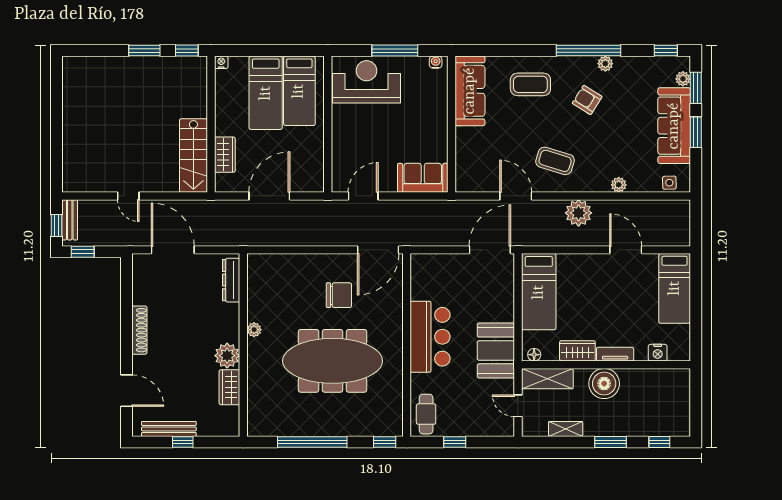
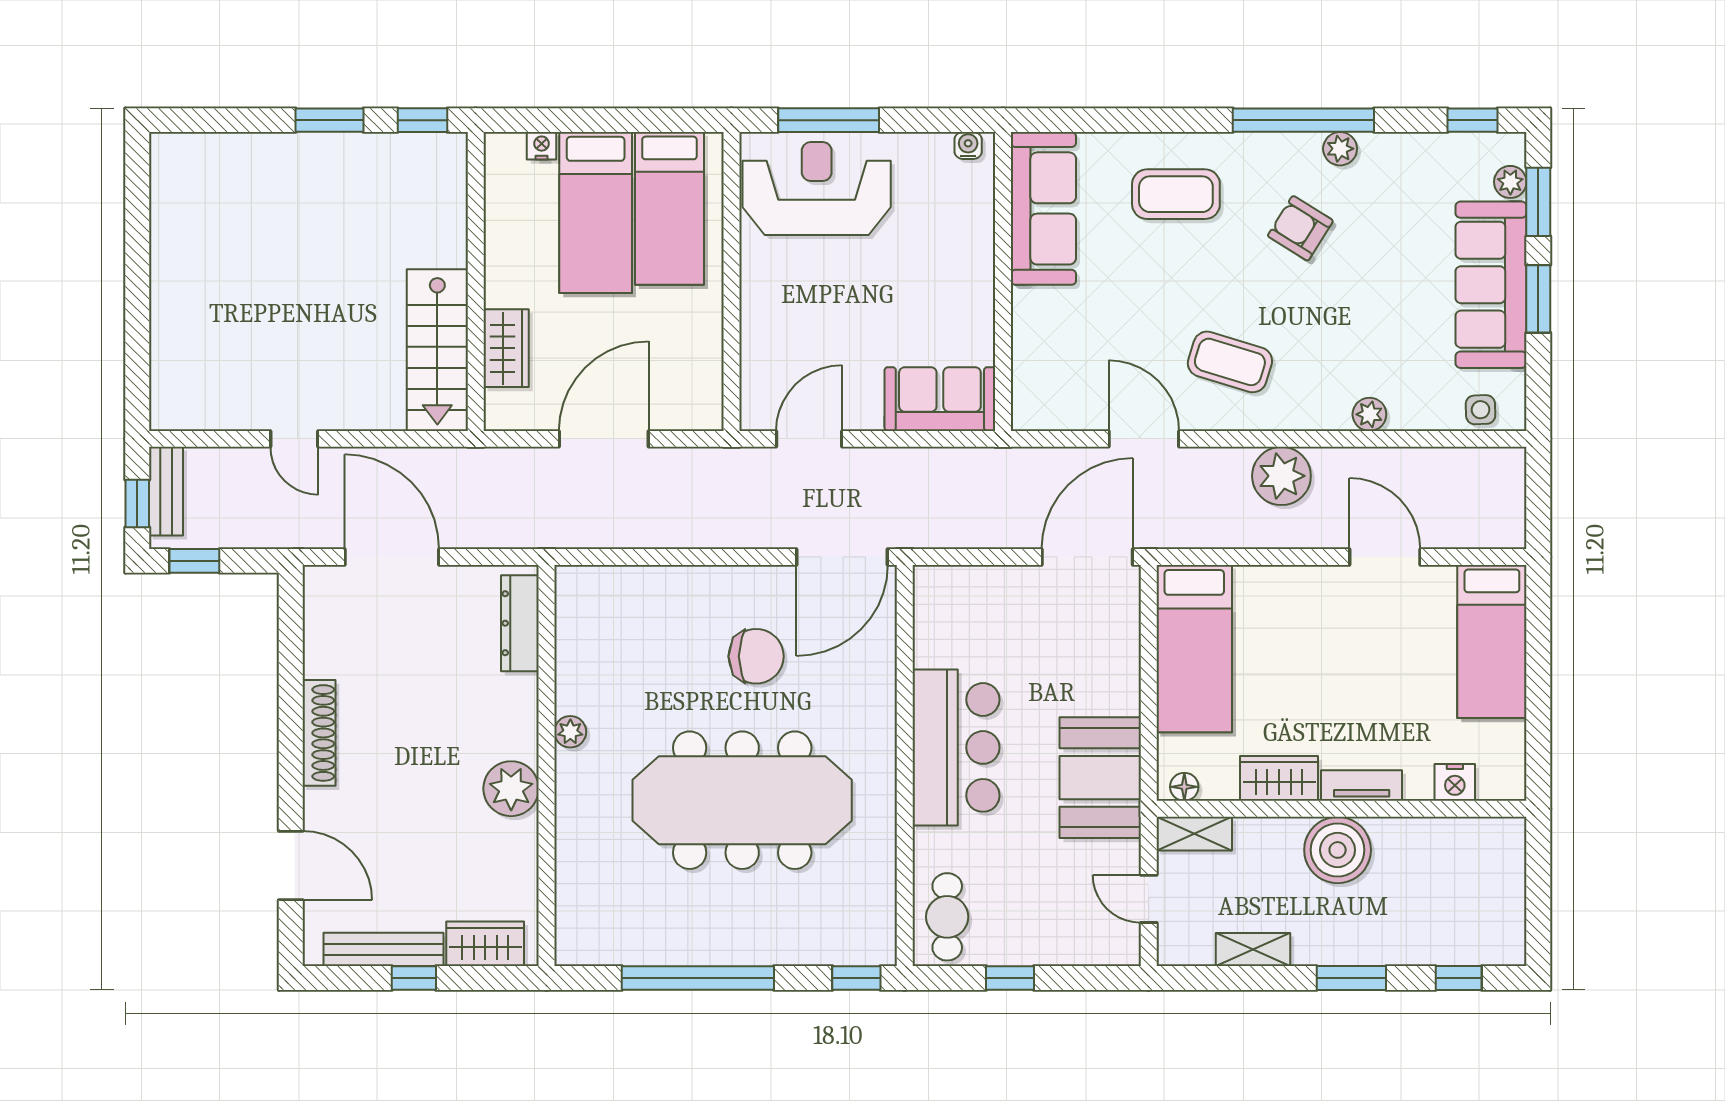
window: (395, 51) -> (829, 120), moved
nightstand: (221, 62) -> (542, 146), moved
shelving: (547, 379) -> (1194, 834), width x0.67, depth x0.75
wardrobe: (229, 387) -> (485, 944), moved, turned 90

